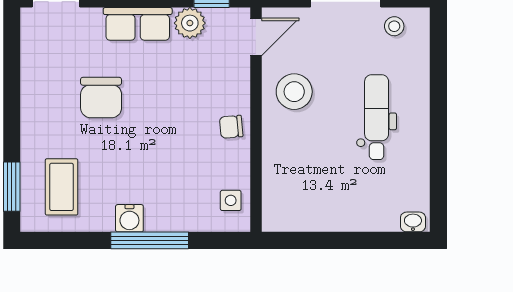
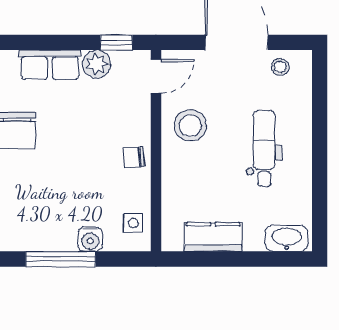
kitchen counter: (320, 216) -> (213, 237), added
water cooler: (129, 218) -> (90, 239), moved
washbasin: (413, 222) -> (287, 238), width x1.91, depth x1.45

